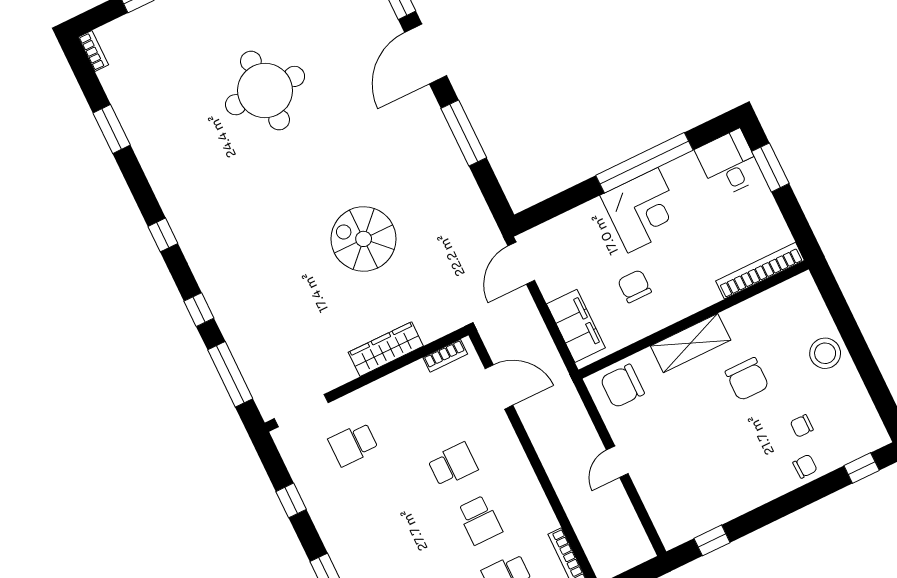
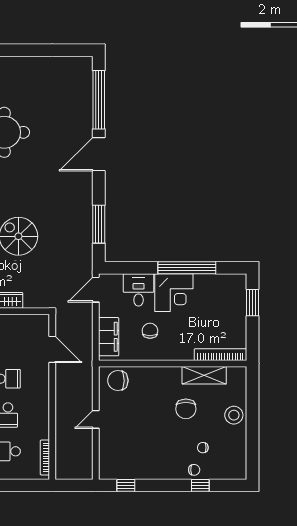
window: (464, 133) -> (99, 224), moved
desk: (729, 163) -> (139, 290), moved
shelving: (691, 343) -> (204, 375), moved
bookcase: (445, 356) -> (32, 319), removed
window: (862, 468) -> (200, 485), moved

